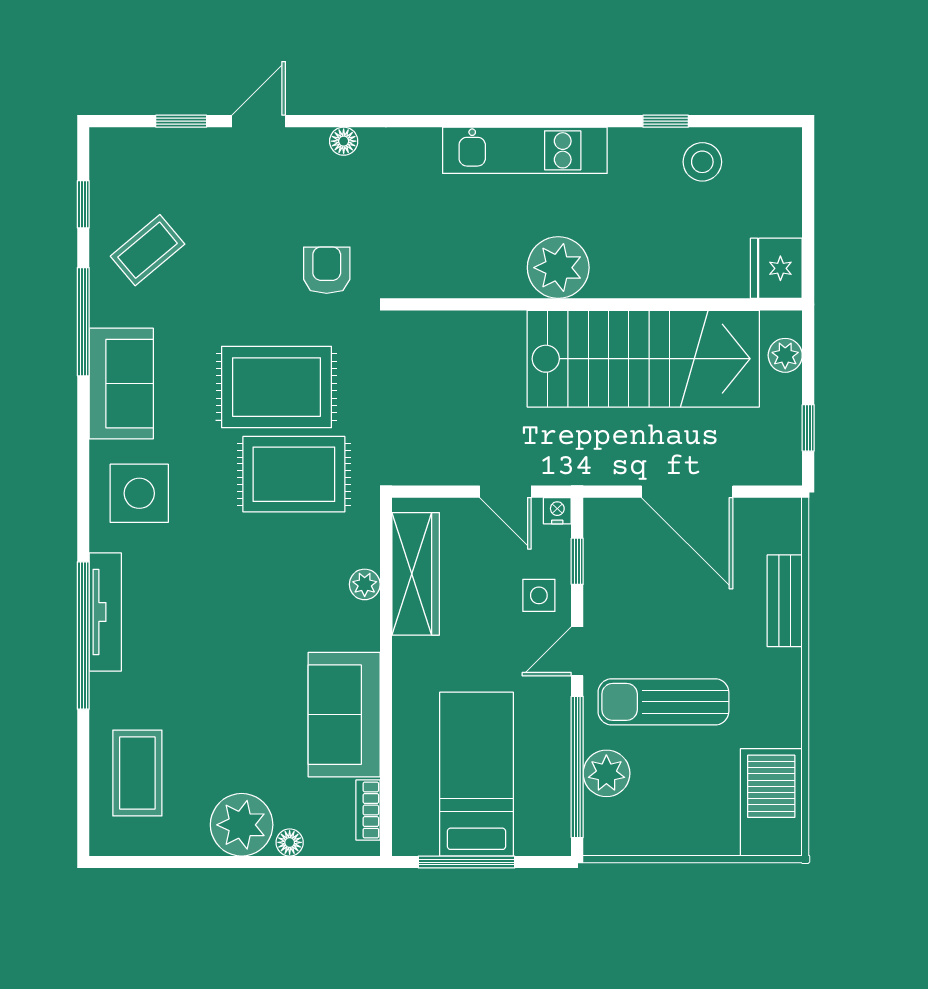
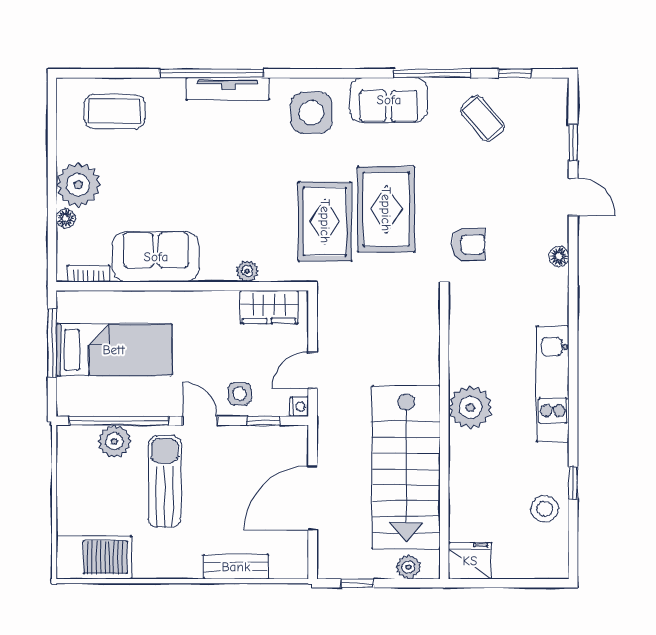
wardrobe: (416, 574) -> (269, 307), width x0.67

